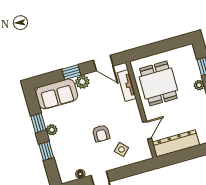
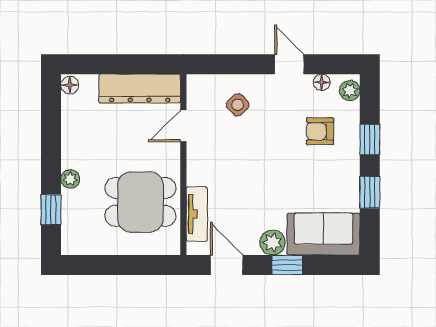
dining table: (158, 83) -> (140, 202), turned 90
plant: (52, 130) -> (350, 90), moved
armchair: (101, 133) -> (320, 131), moved, turned -91

